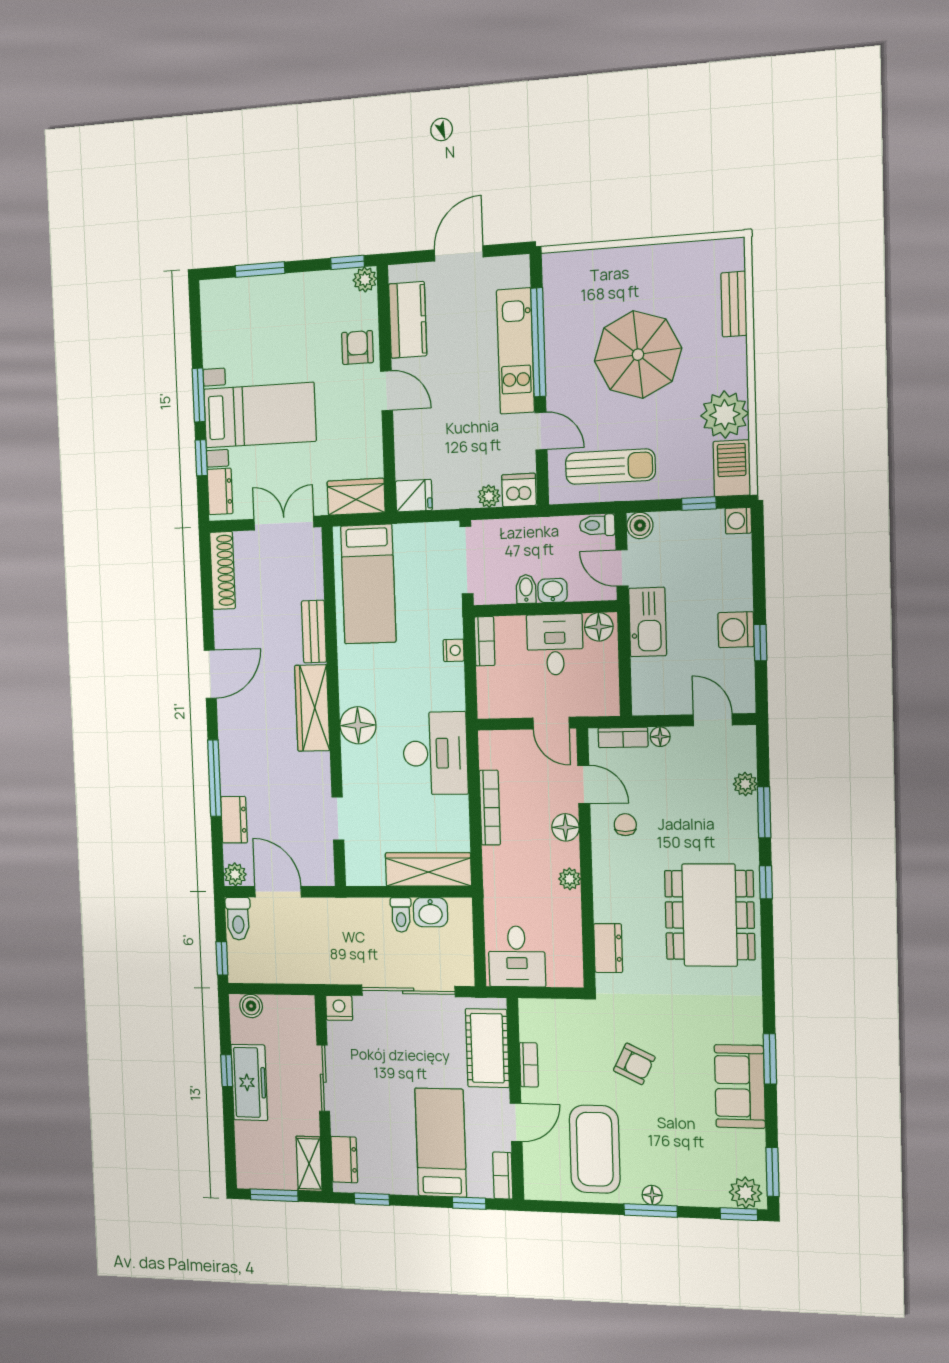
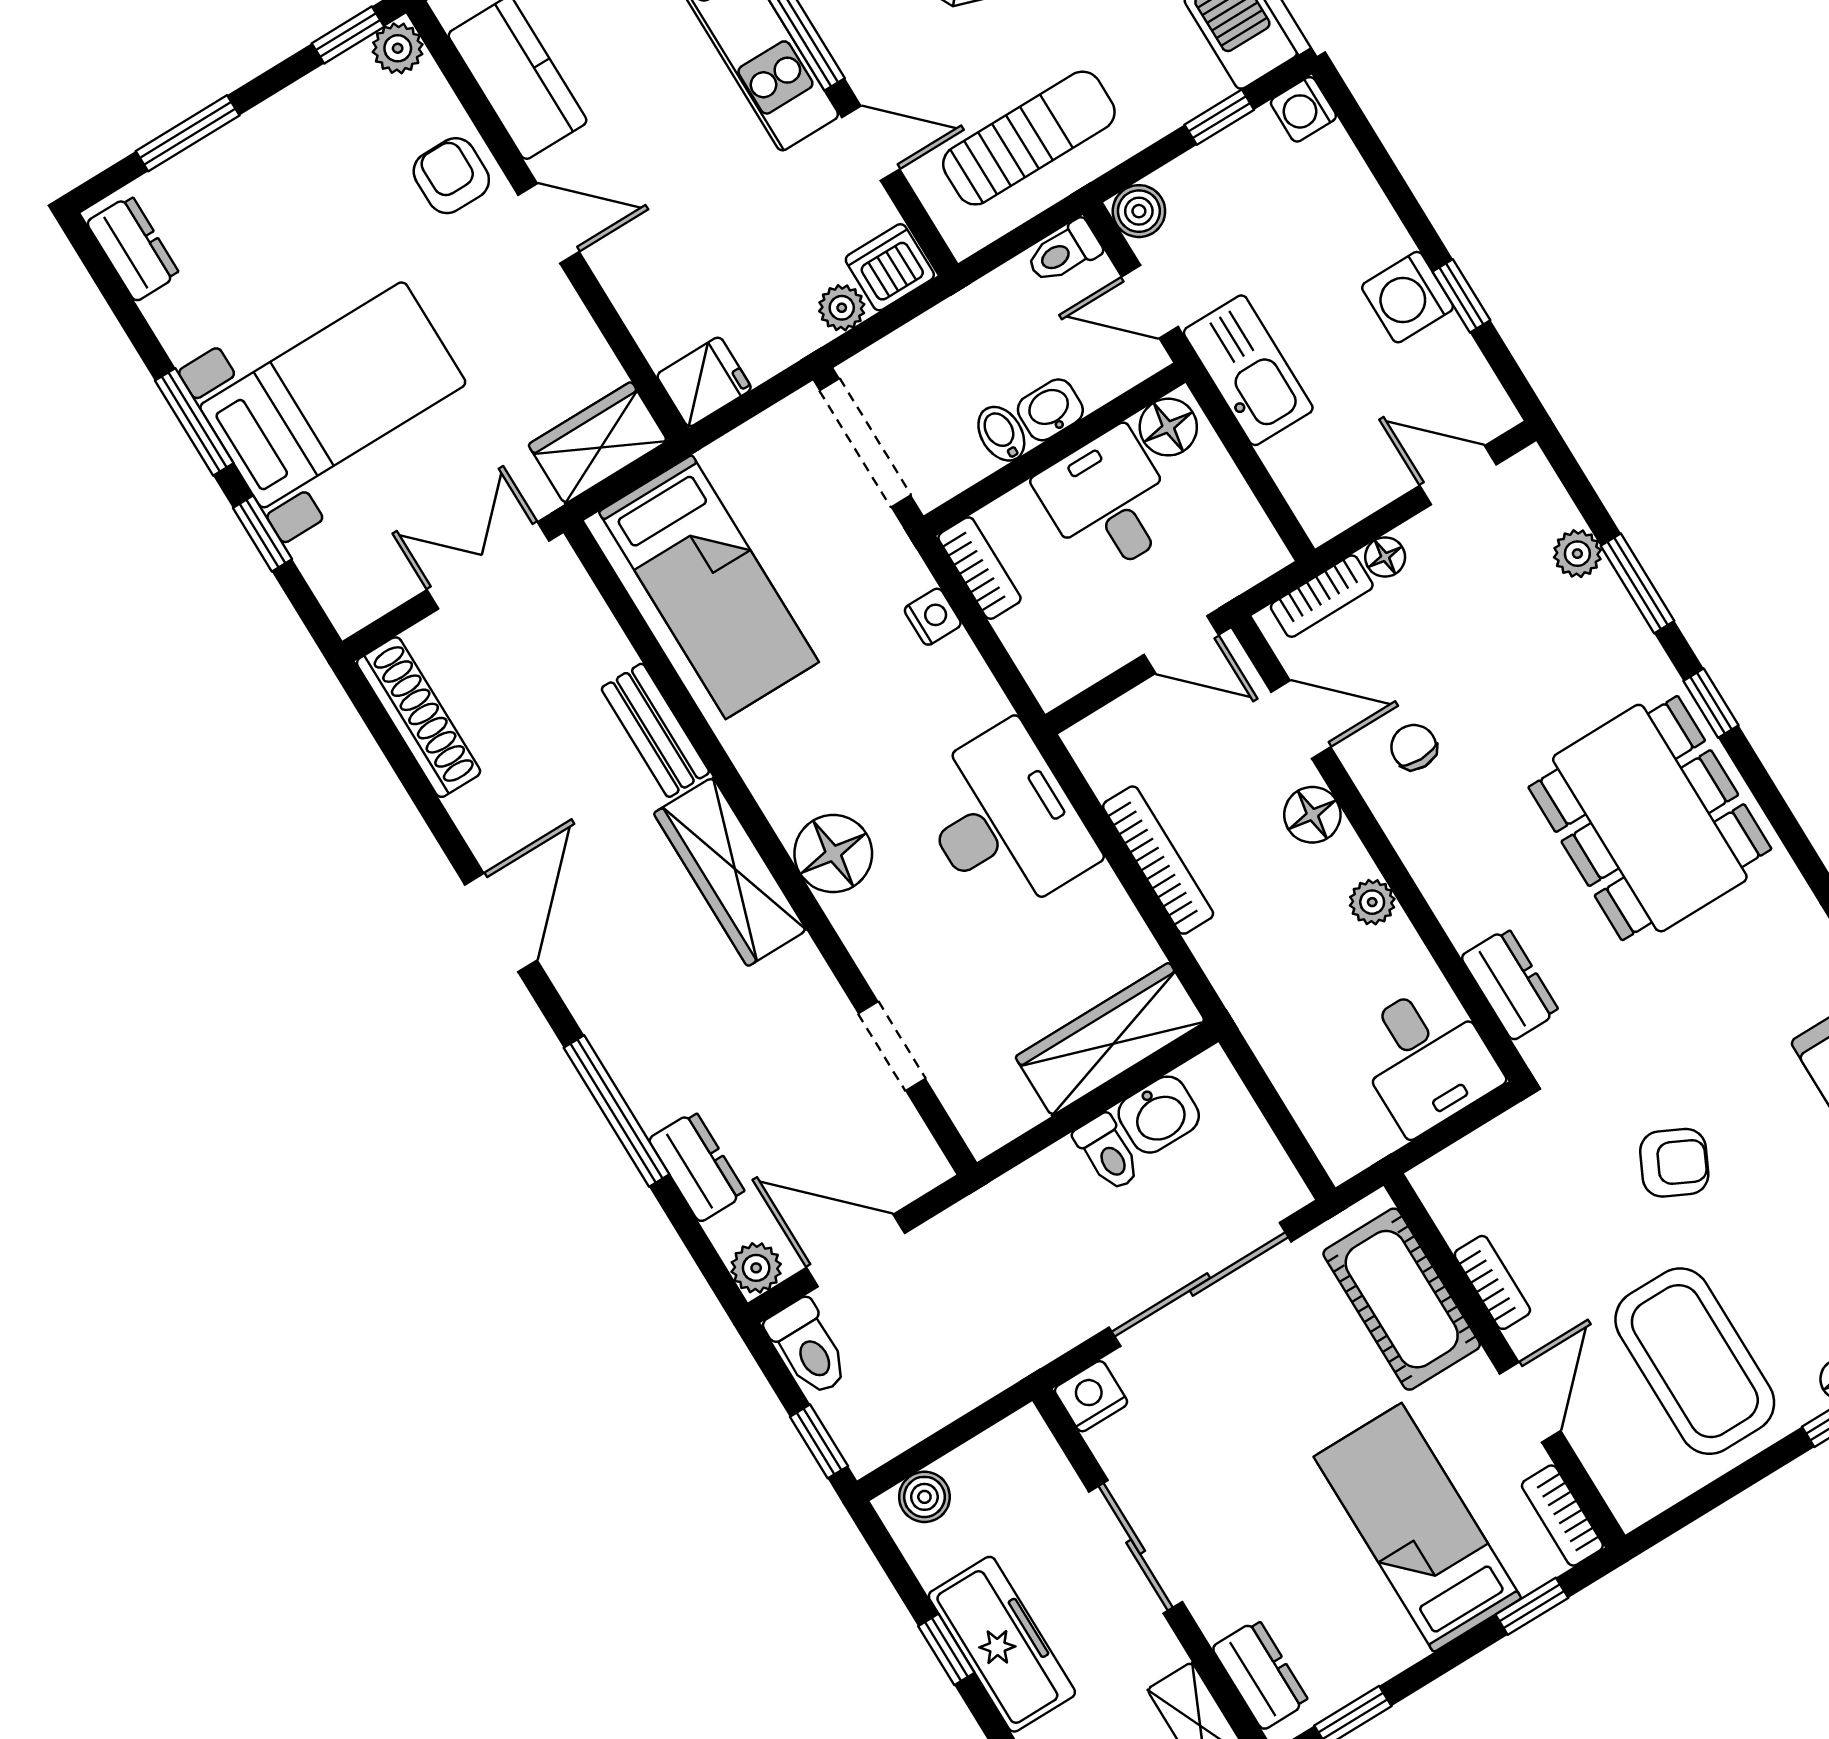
dresser: (220, 491) -> (133, 248), moved
desk: (517, 956) -> (1426, 1058), moved

